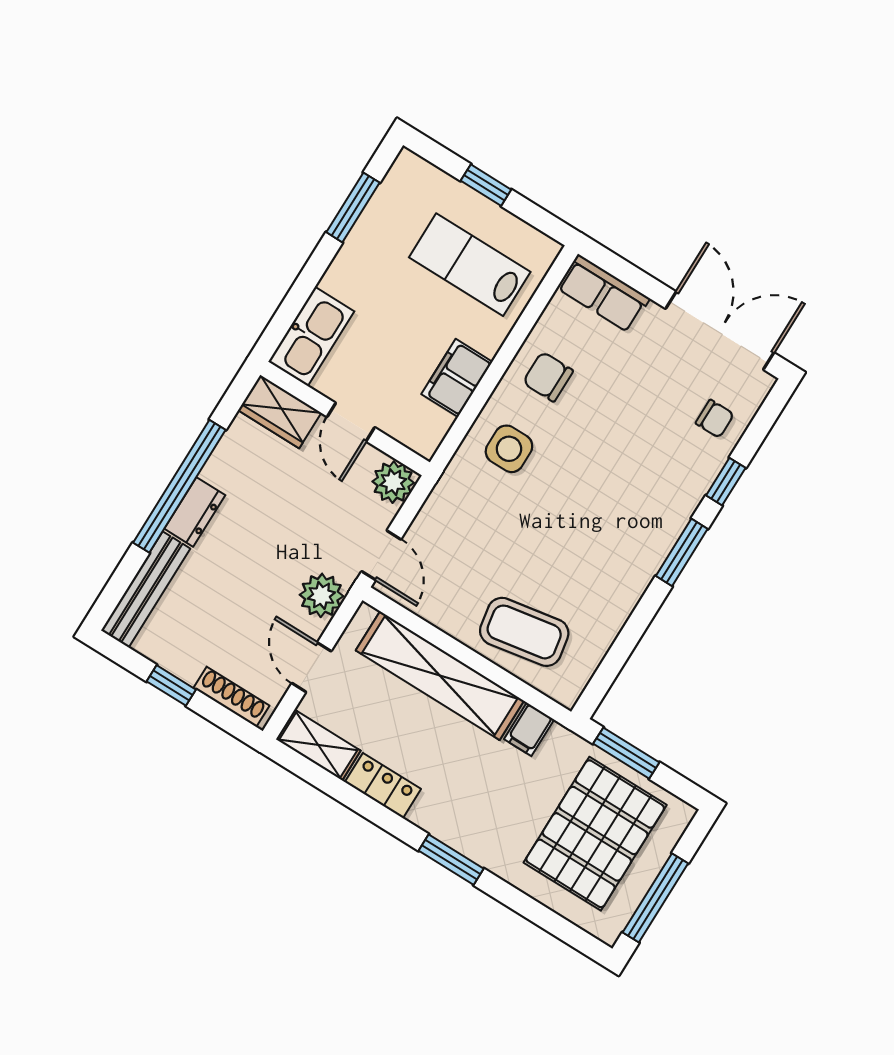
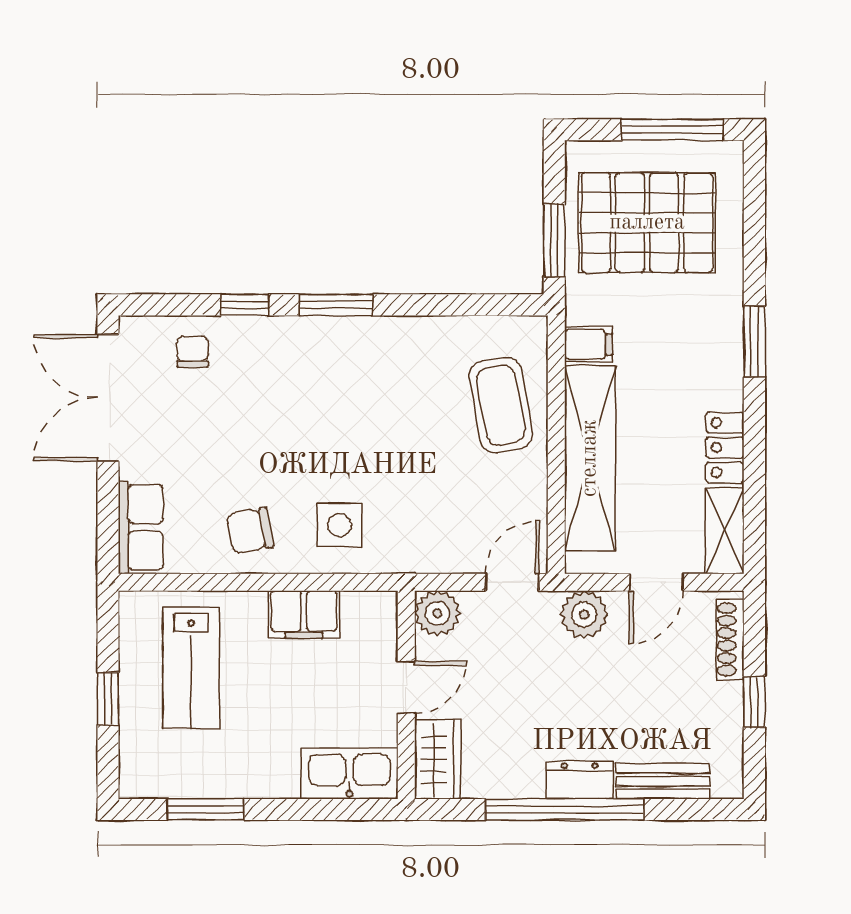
chair: (548, 377) -> (250, 531), turned 80
bench: (146, 589) -> (663, 781), width x0.73

